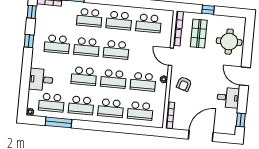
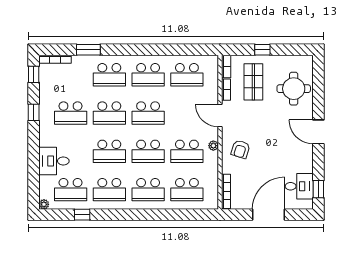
desk: (228, 98) -> (299, 186), moved
window: (59, 122) -> (82, 215), width x0.46

